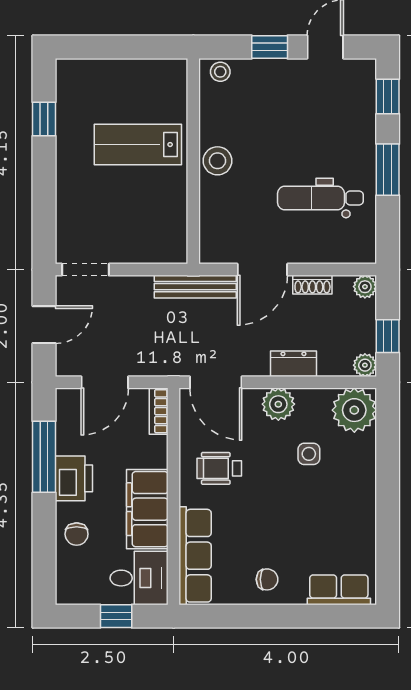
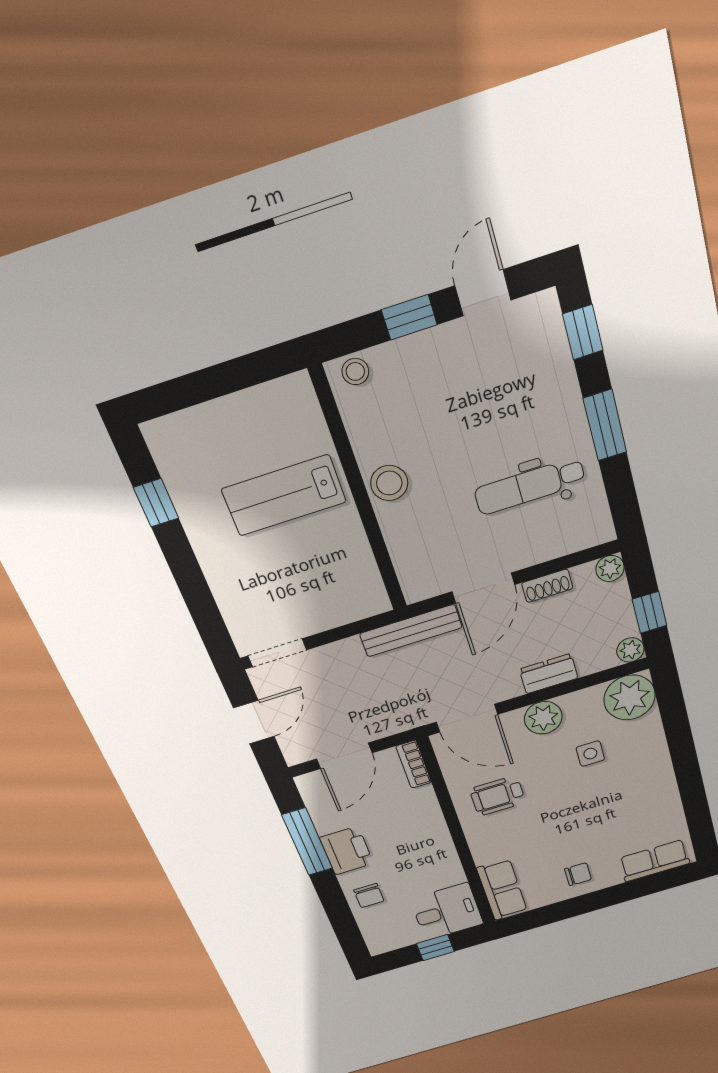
filing cabinet: (147, 509) -> (434, 853), removed
row of seats: (195, 556) -> (502, 890), width x0.68

